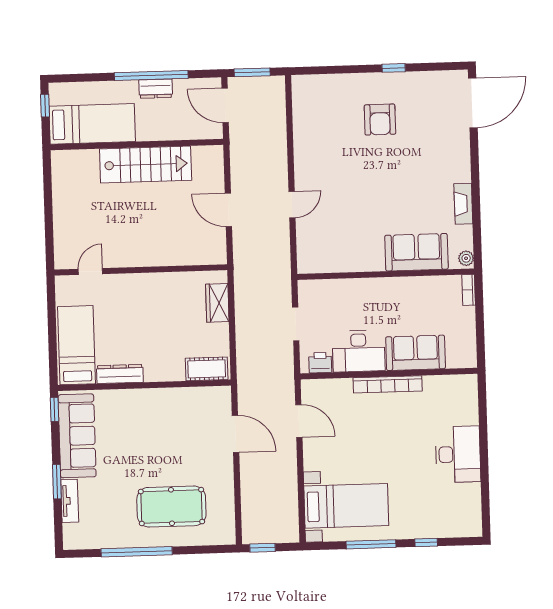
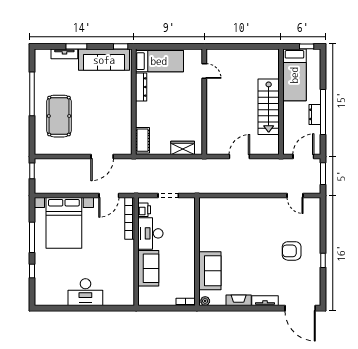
tv unit: (463, 160) -> (265, 301), added
door: (292, 205) -> (295, 196), moved
bookcase: (388, 384) -> (130, 218), moved
bed with nightstands: (346, 506) -> (64, 223), width x1.36

